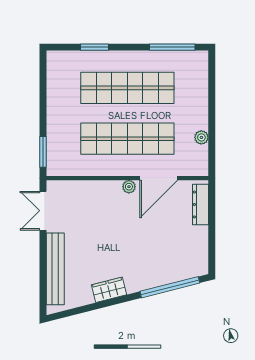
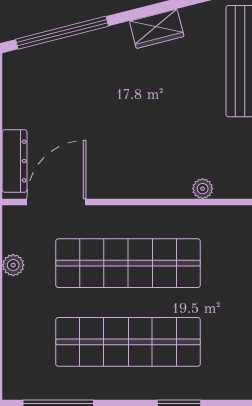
door: (159, 178) -> (56, 202), moved
plant: (129, 187) -> (203, 189), moved

